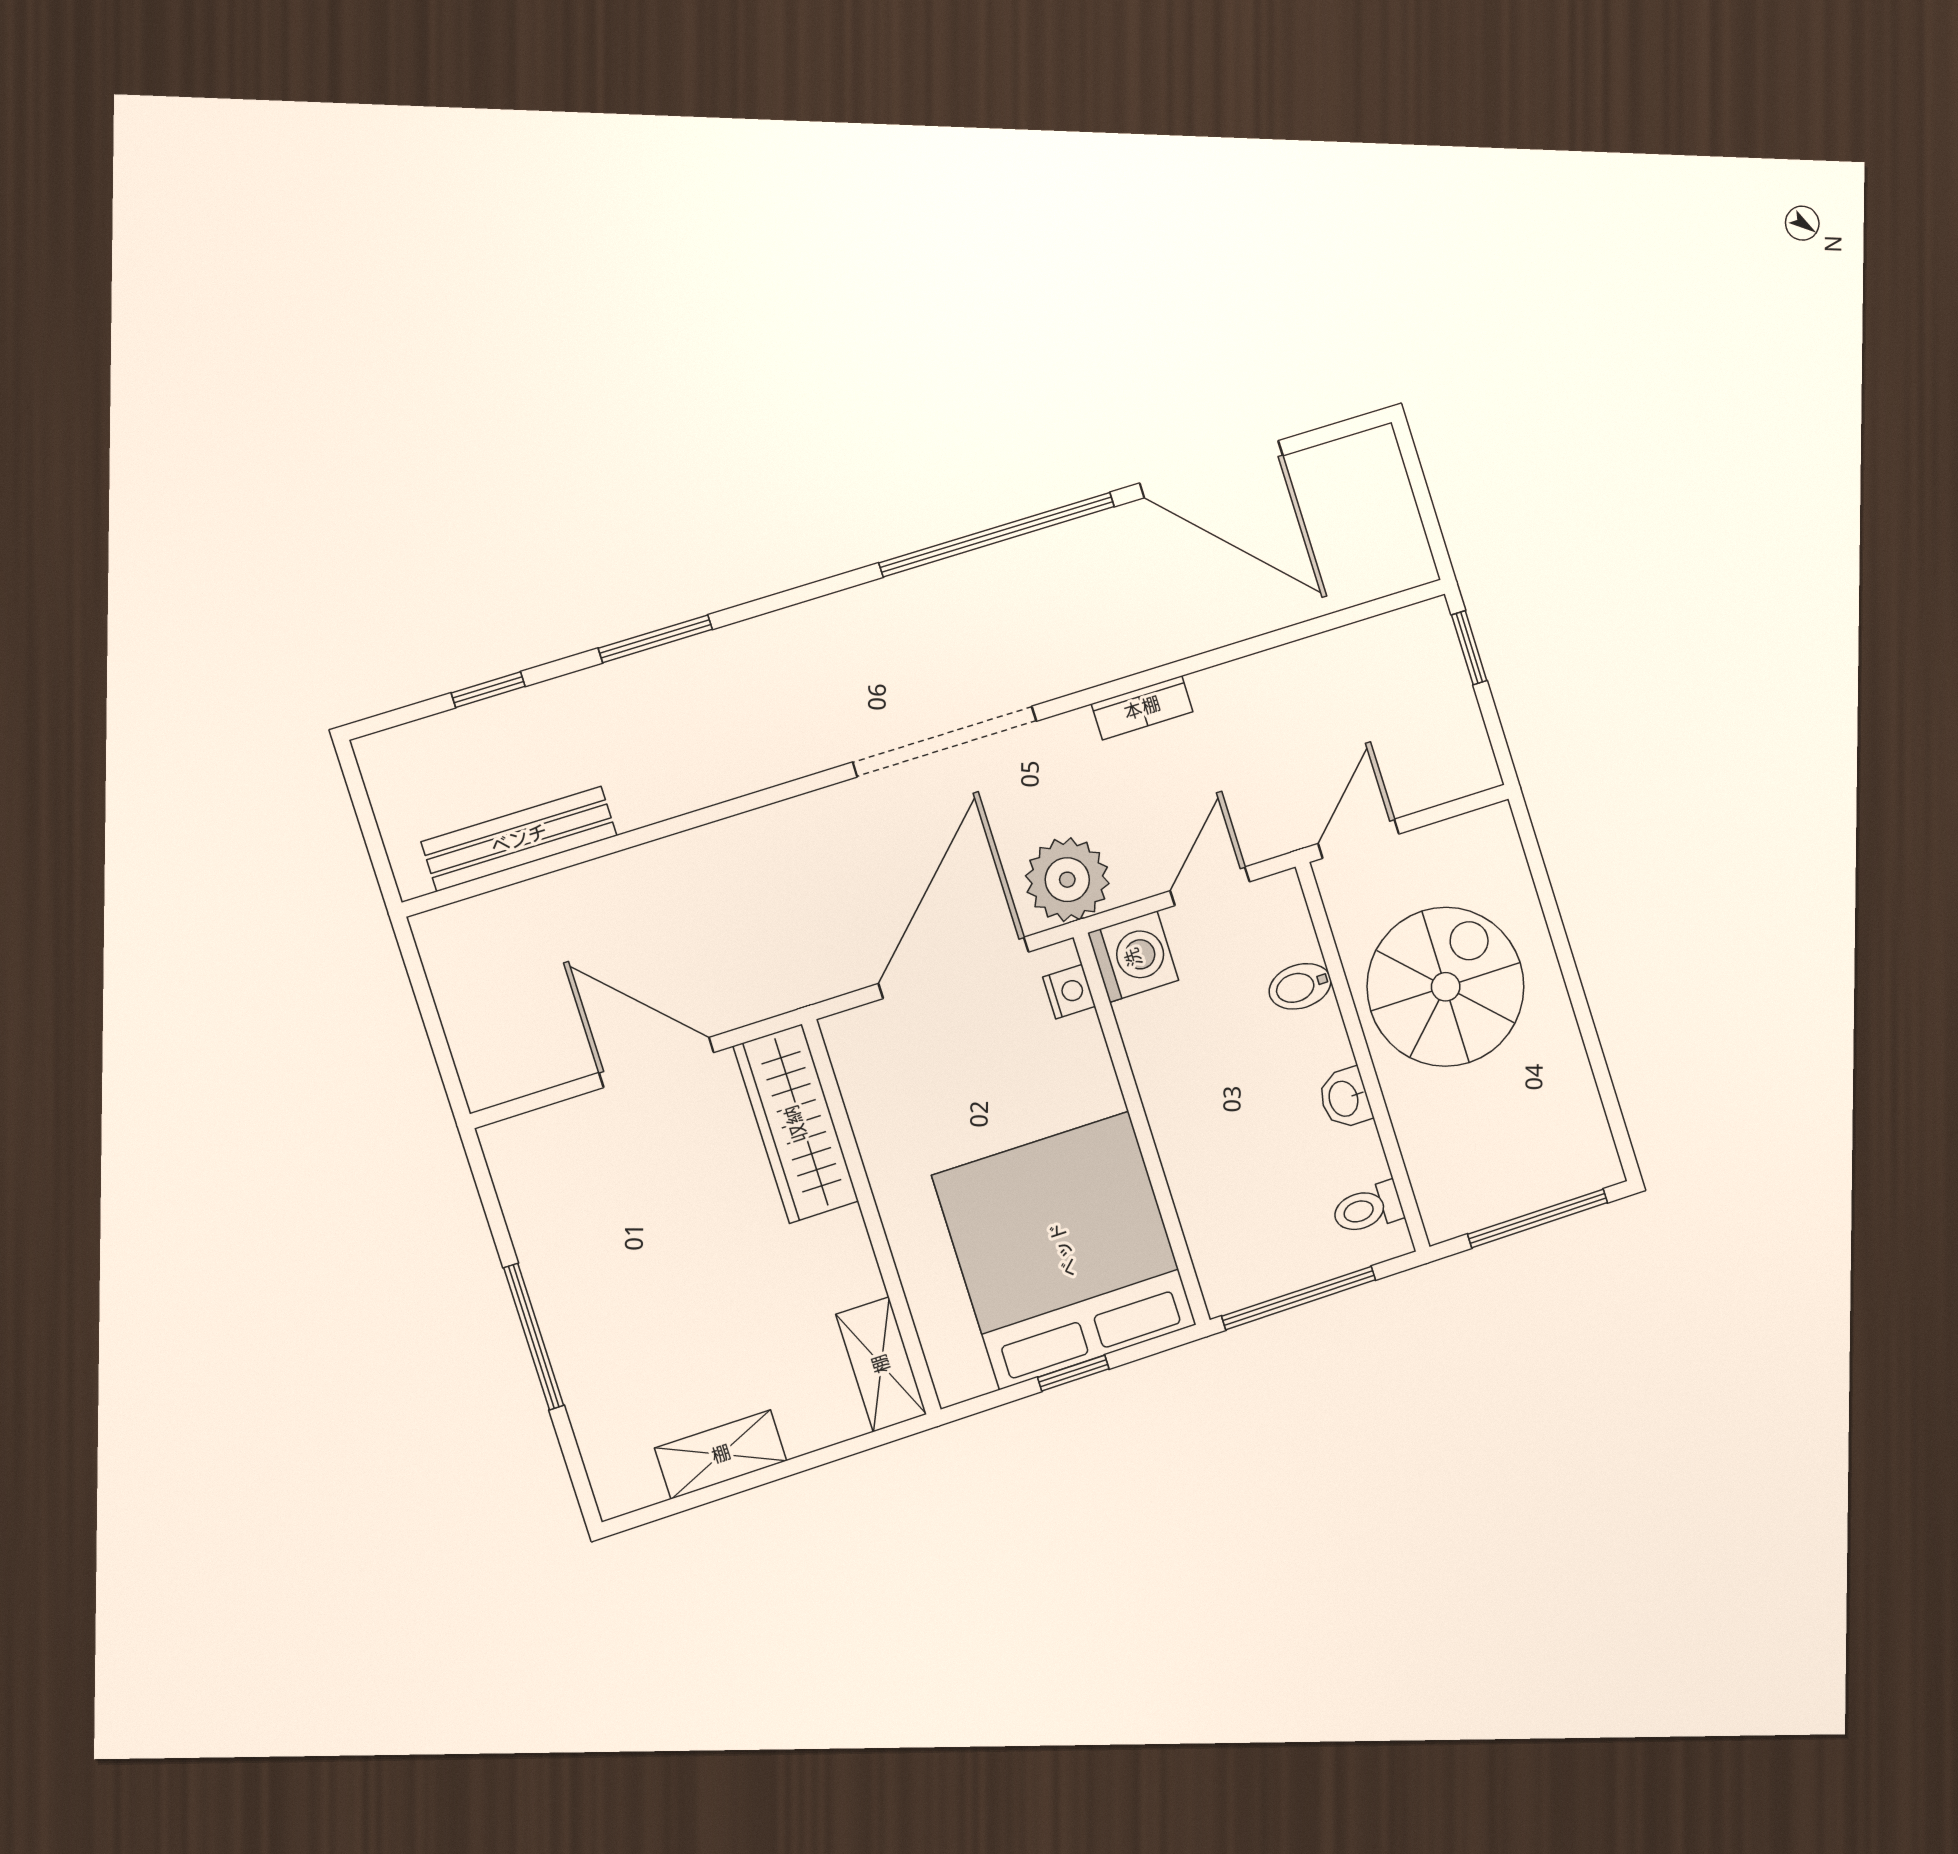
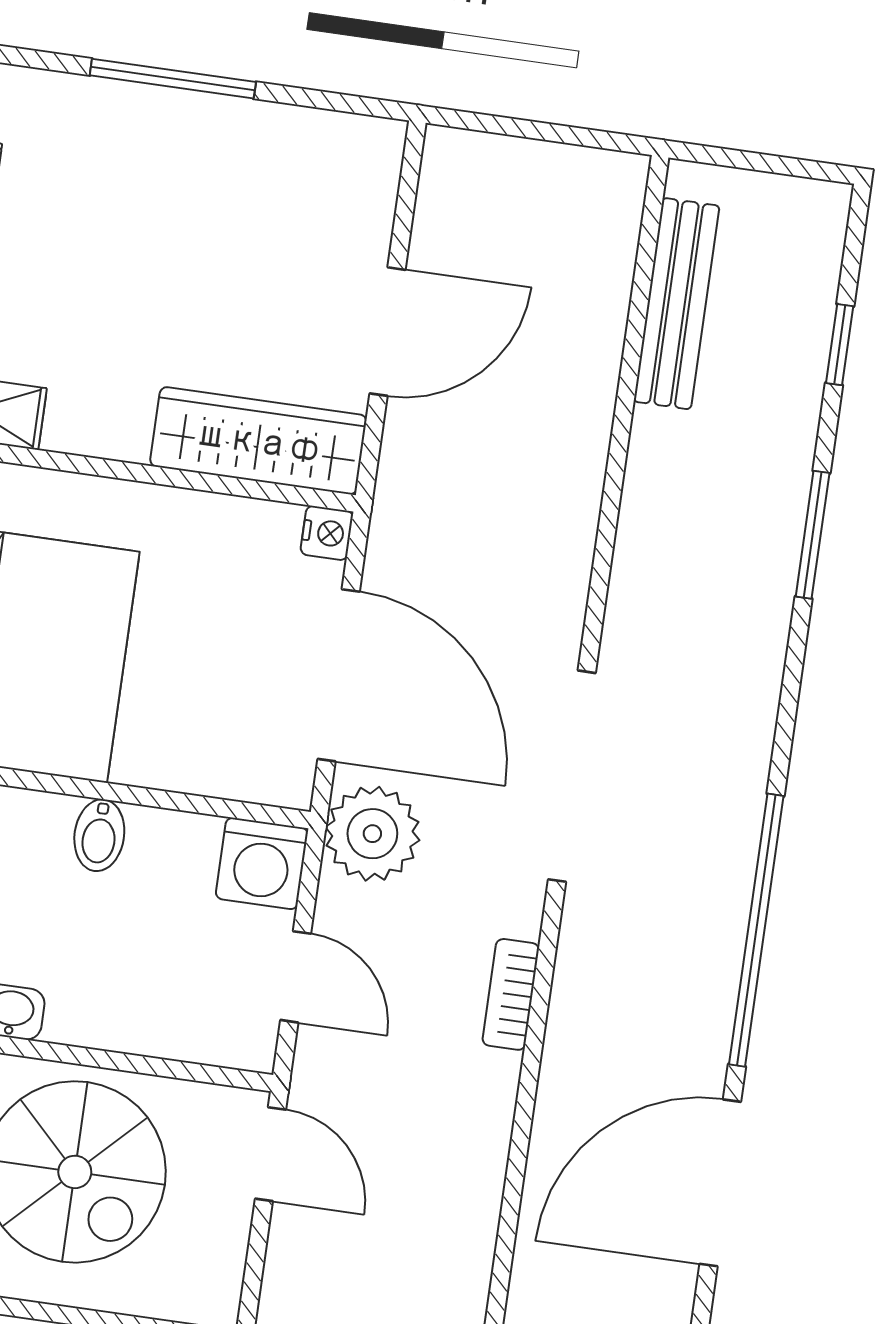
bidet: (1300, 986) -> (99, 835), moved, turned 180
nightstand: (1069, 992) -> (327, 533), moved, turned -90

